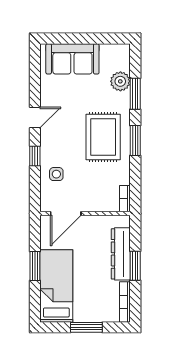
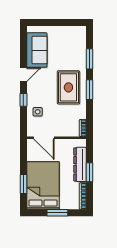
sofa: (72, 59) -> (37, 50), moved, turned -90
plant: (120, 81) -> (80, 51), removed
door: (66, 214) -> (44, 138), hinge flipped
window: (35, 266) -> (23, 184), moved
bed: (56, 286) -> (43, 186), width x1.50

